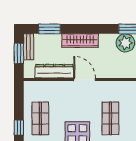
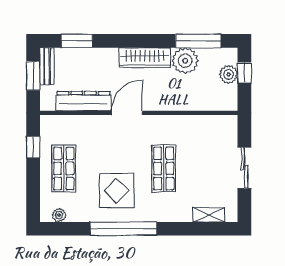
wardrobe: (80, 41) -> (145, 58), moved
door: (85, 79) -> (127, 113), hinge flipped
window: (19, 128) -> (33, 147), moved

